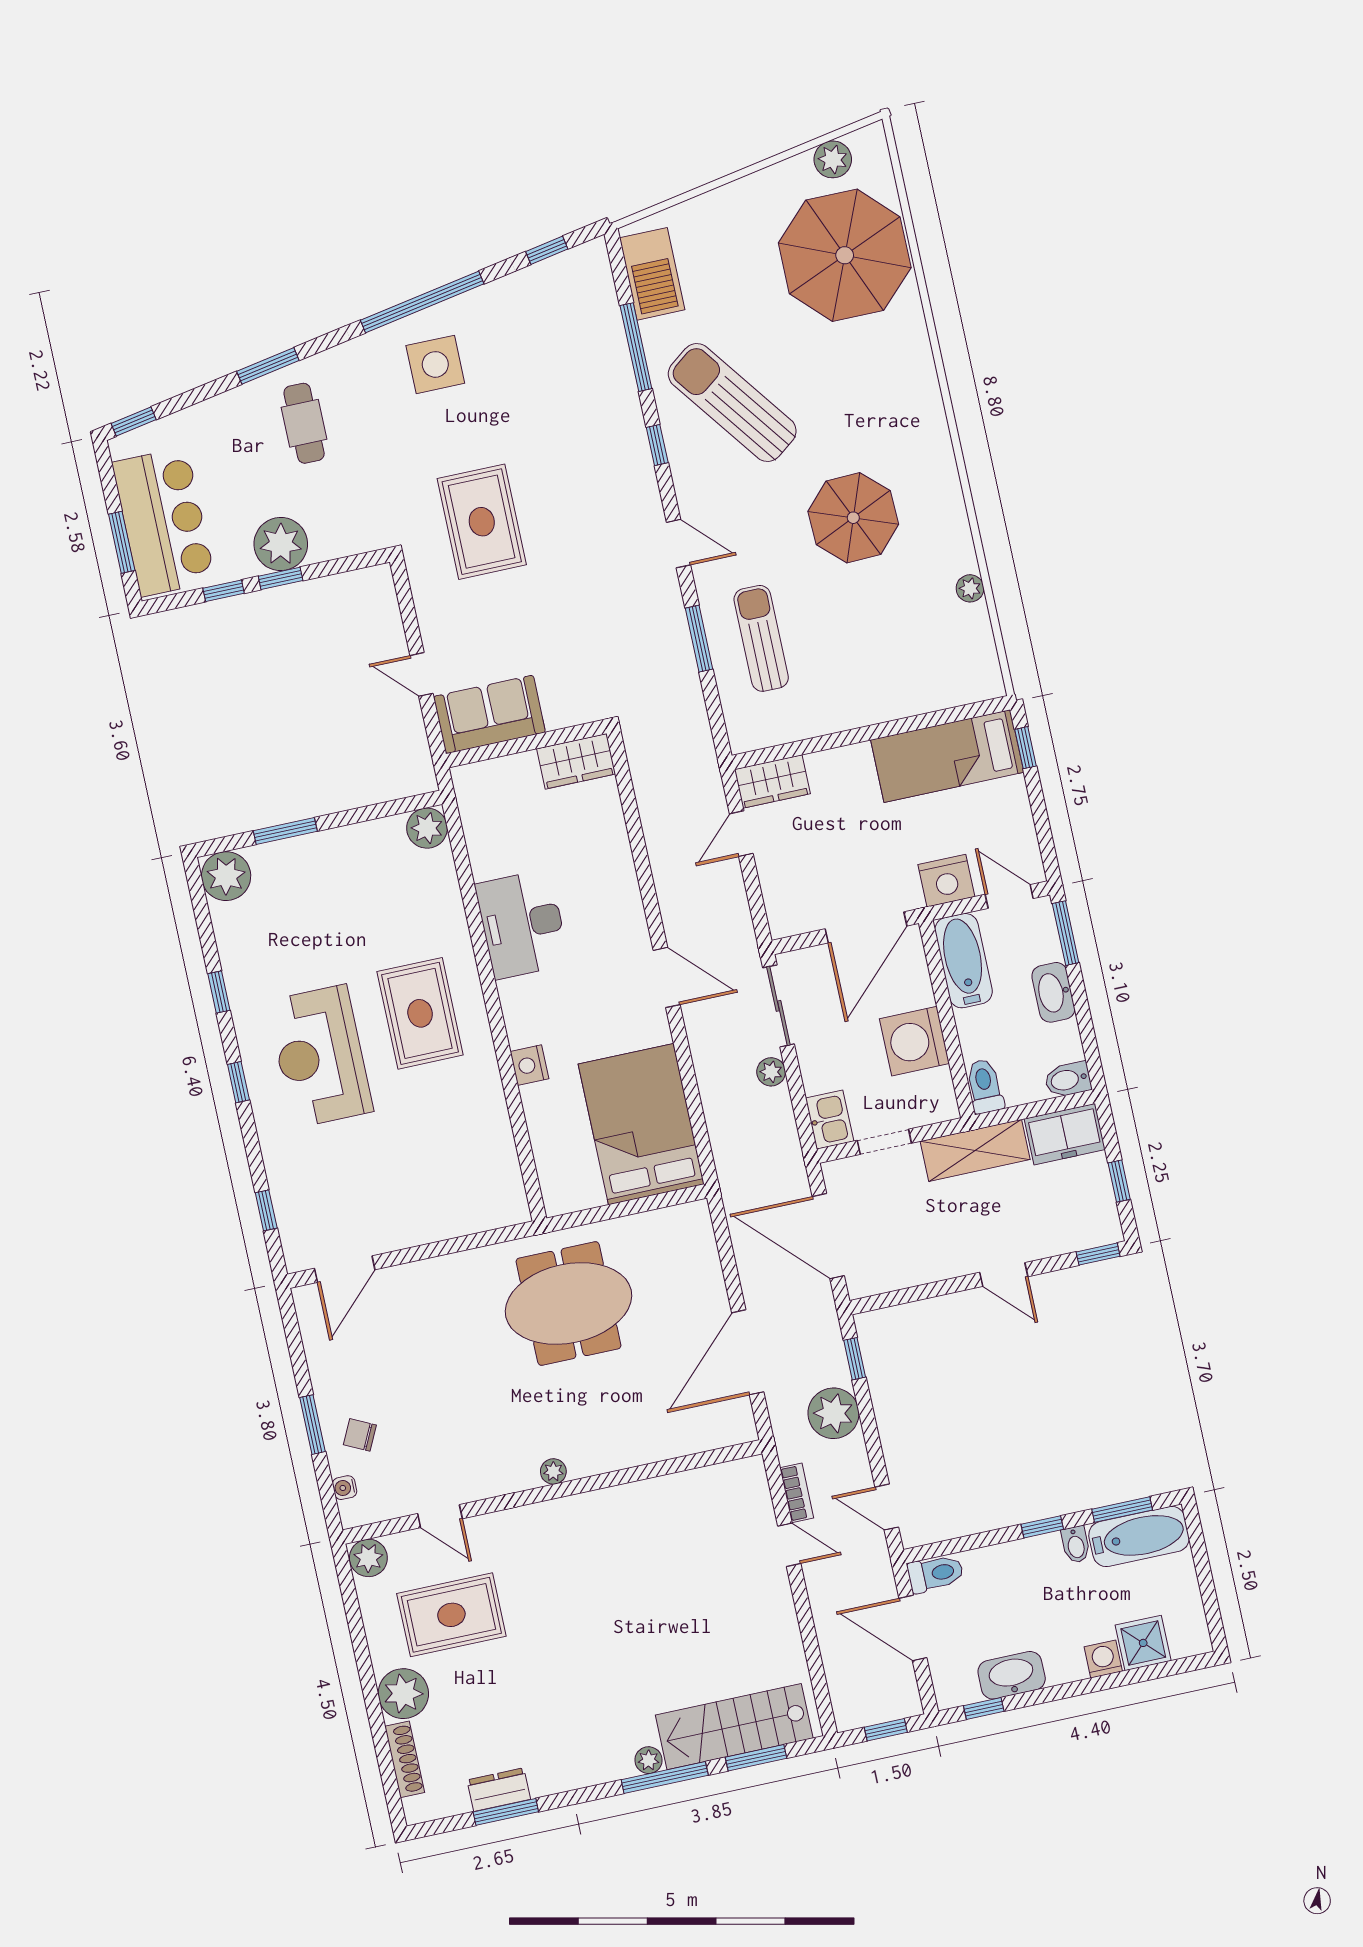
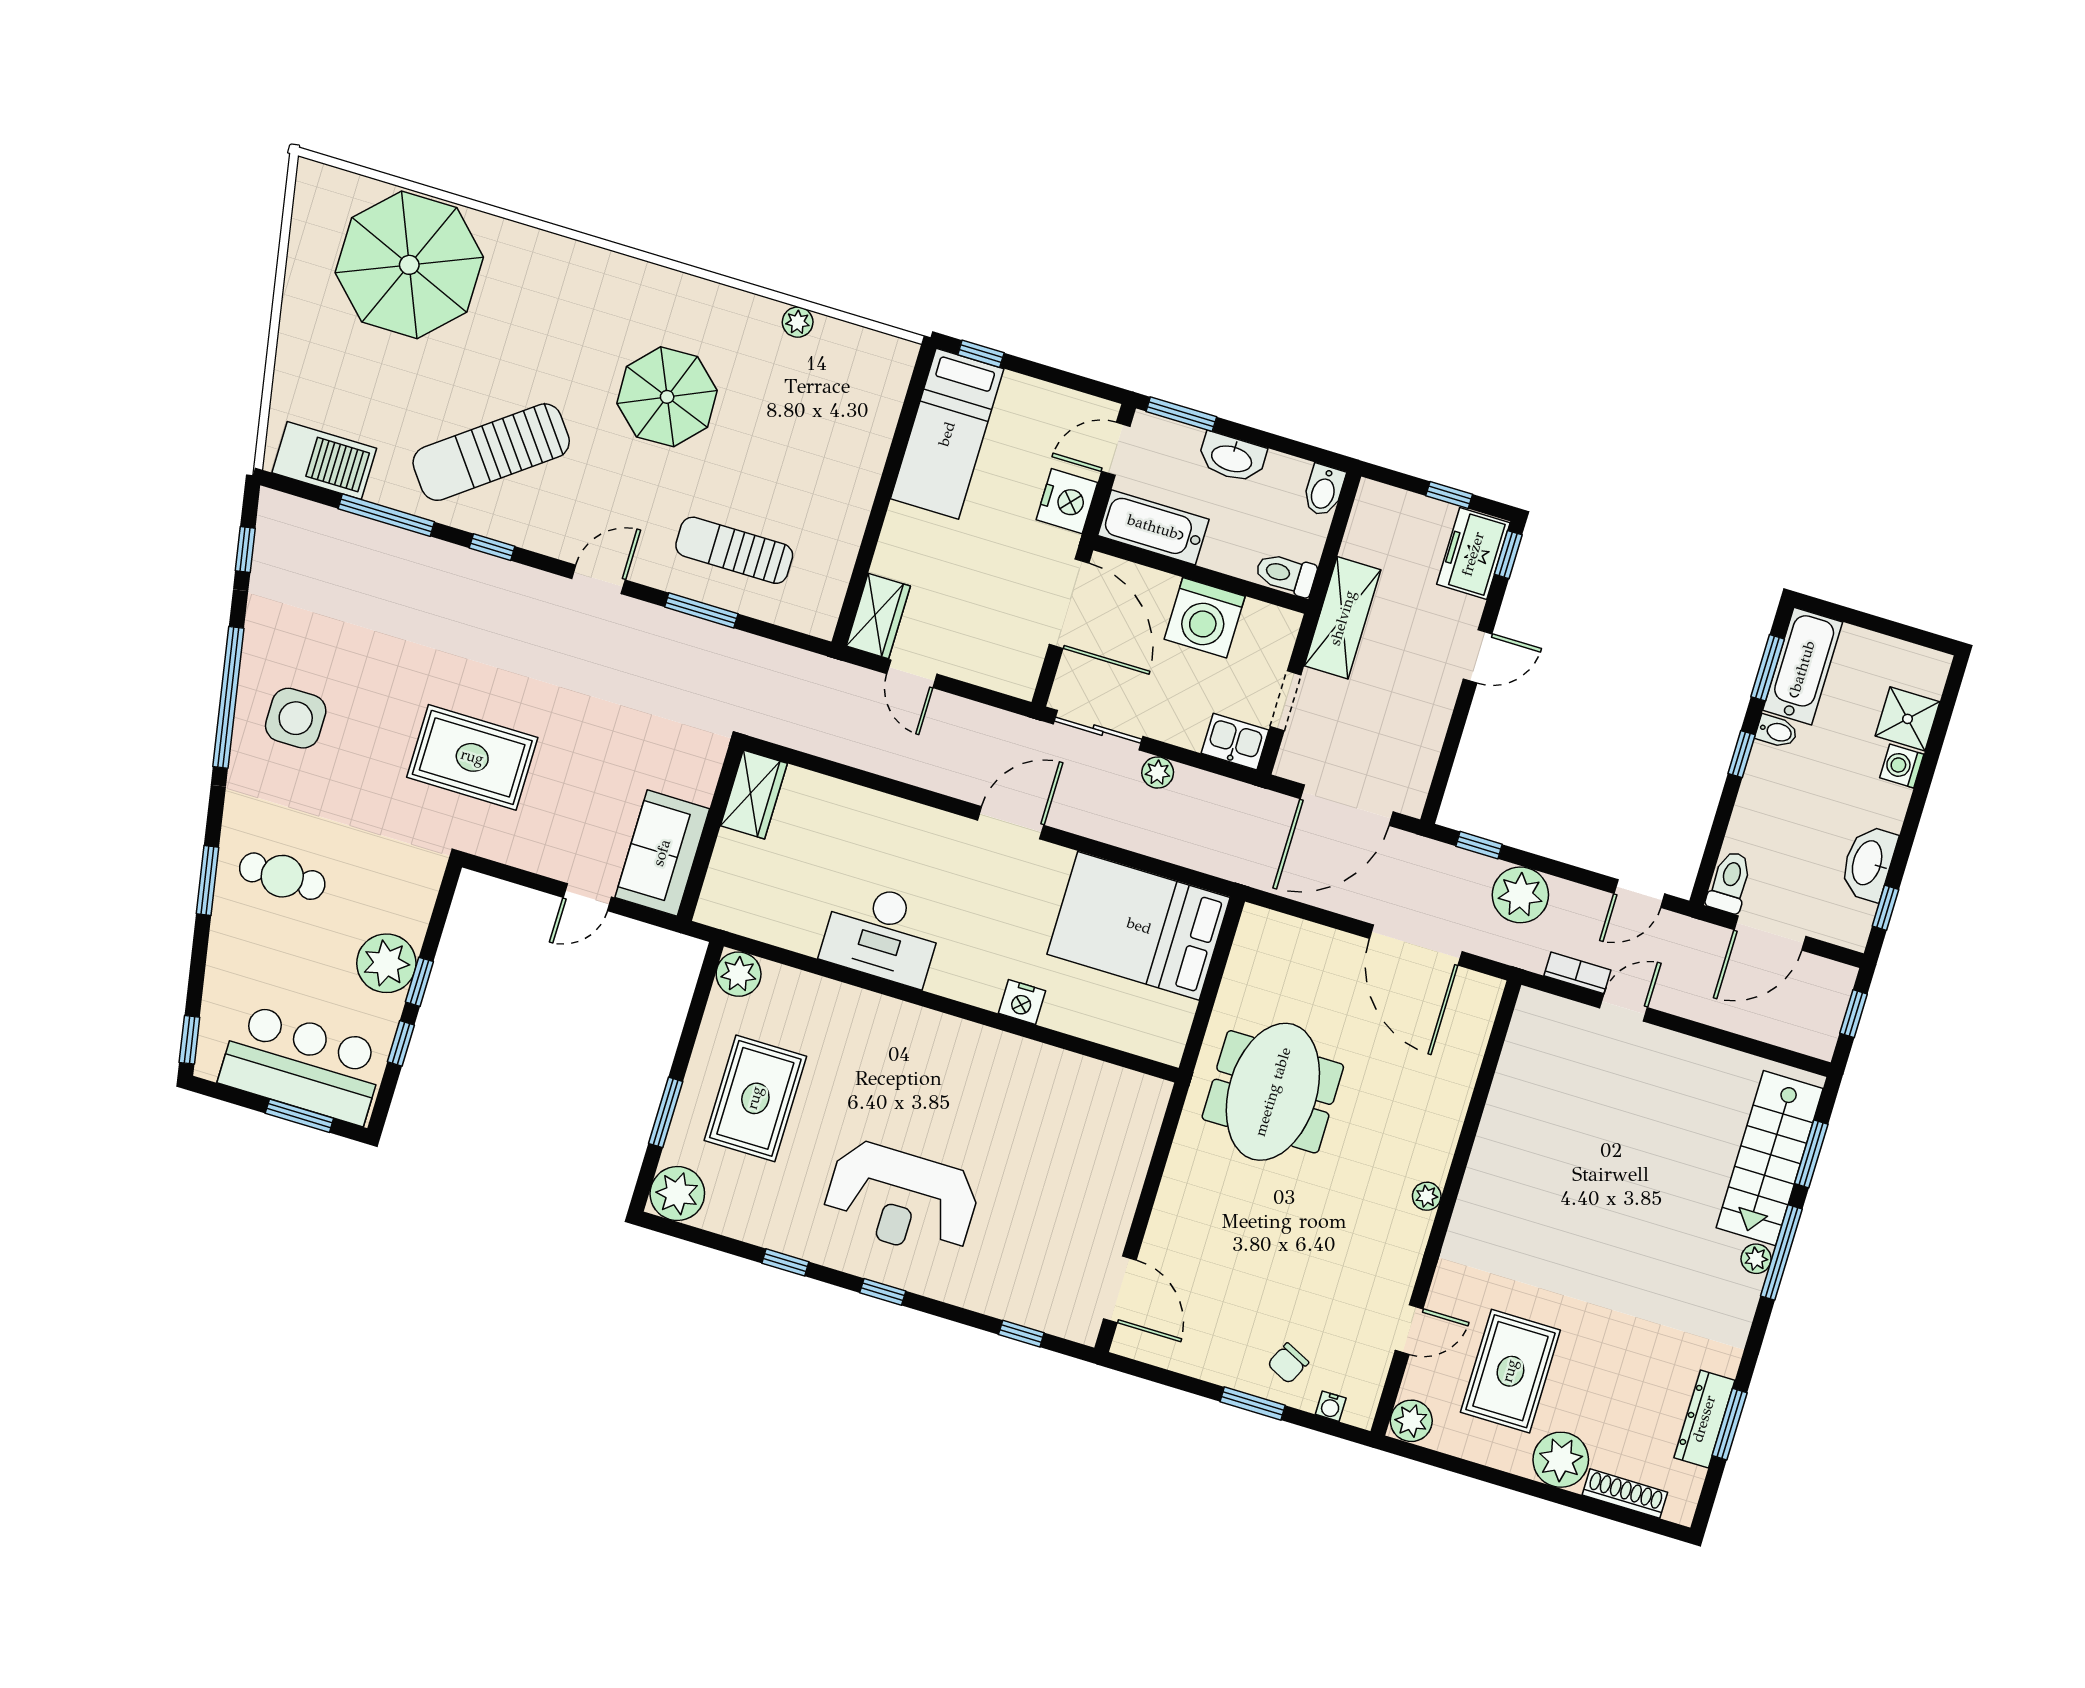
plant: (833, 159) -> (310, 225), removed
rug: (420, 1013) -> (755, 1098), moved, turned 90
freezer: (1065, 1134) -> (1473, 554), moved, turned 180
dresser: (499, 1790) -> (1704, 1419), width x1.44

